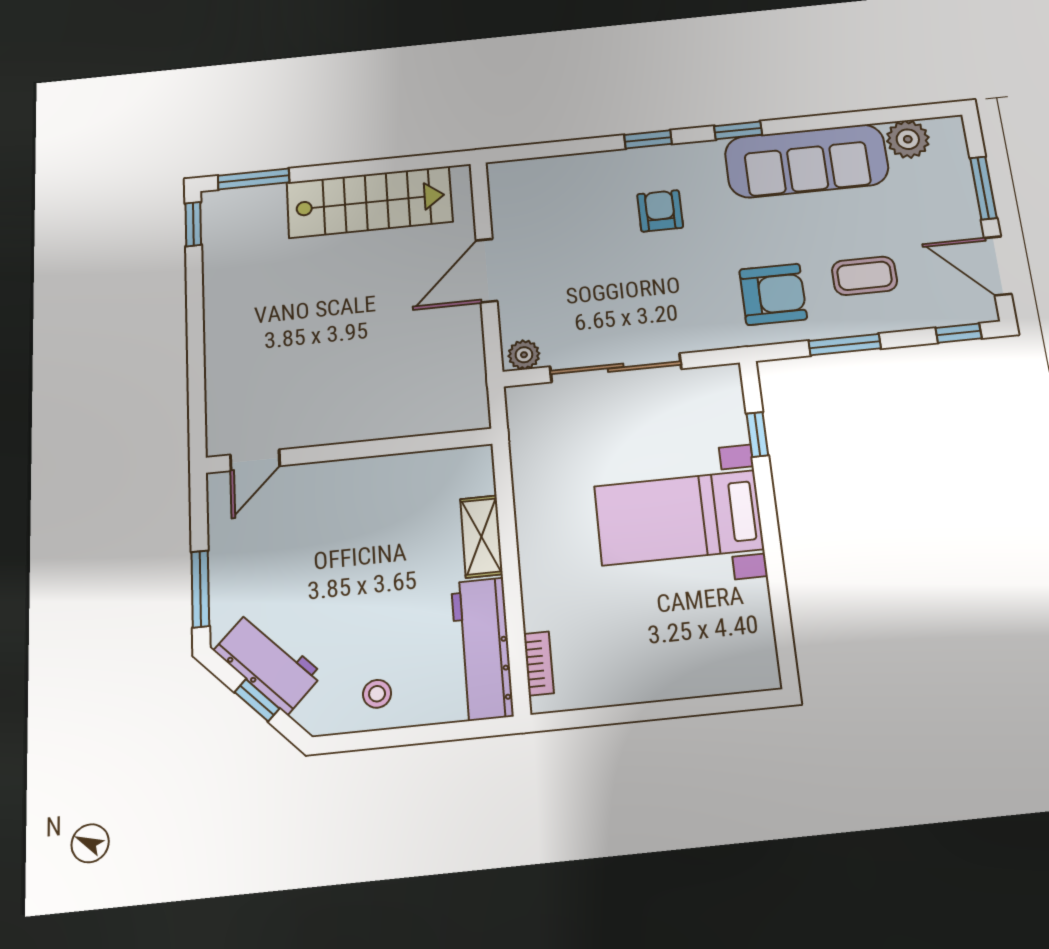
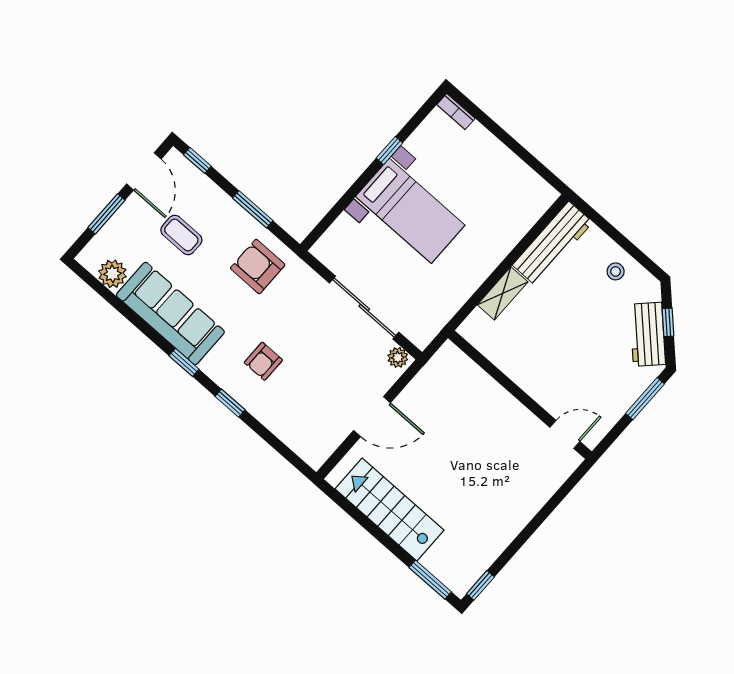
coffee table: (864, 276) -> (181, 235), moved
window: (757, 435) -> (390, 150), moved
bookcase: (539, 663) -> (456, 111), moved, turned -90

